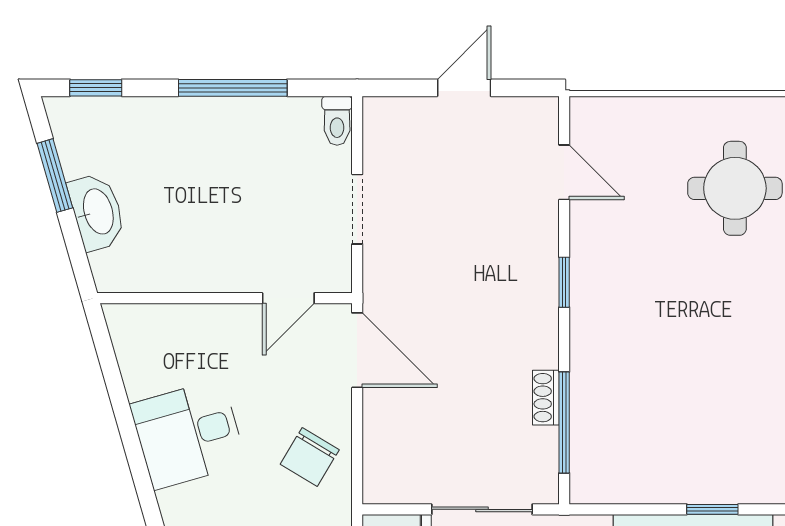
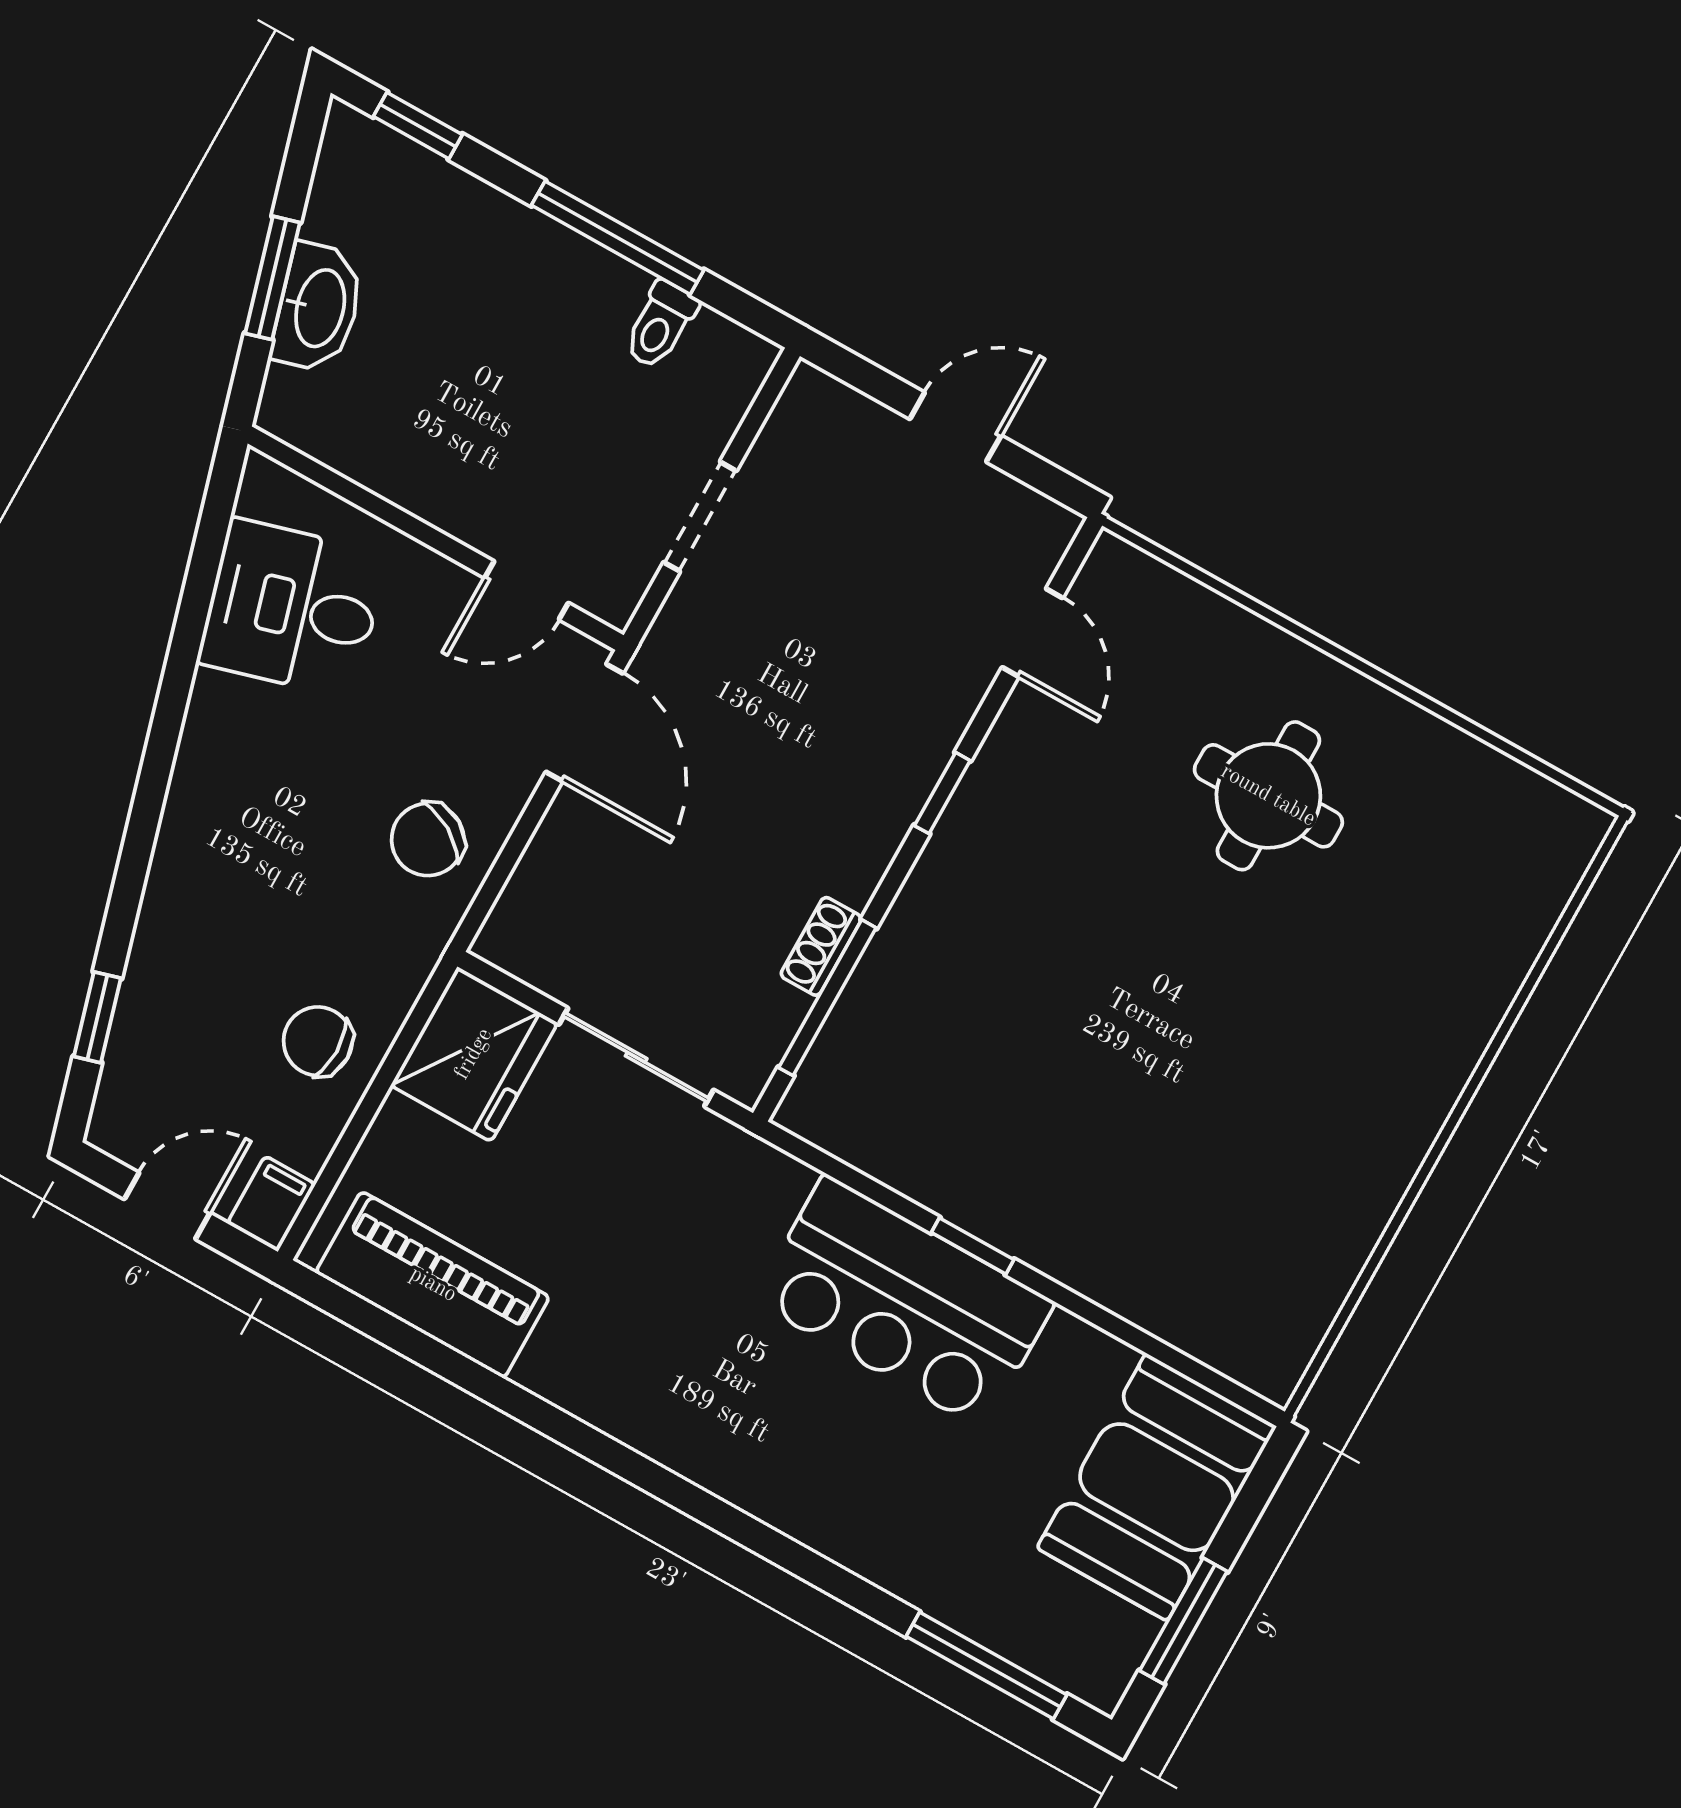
toilet: (337, 121) -> (660, 325), moved
window: (55, 176) -> (272, 278), moved
desk: (188, 434) -> (292, 608), moved

